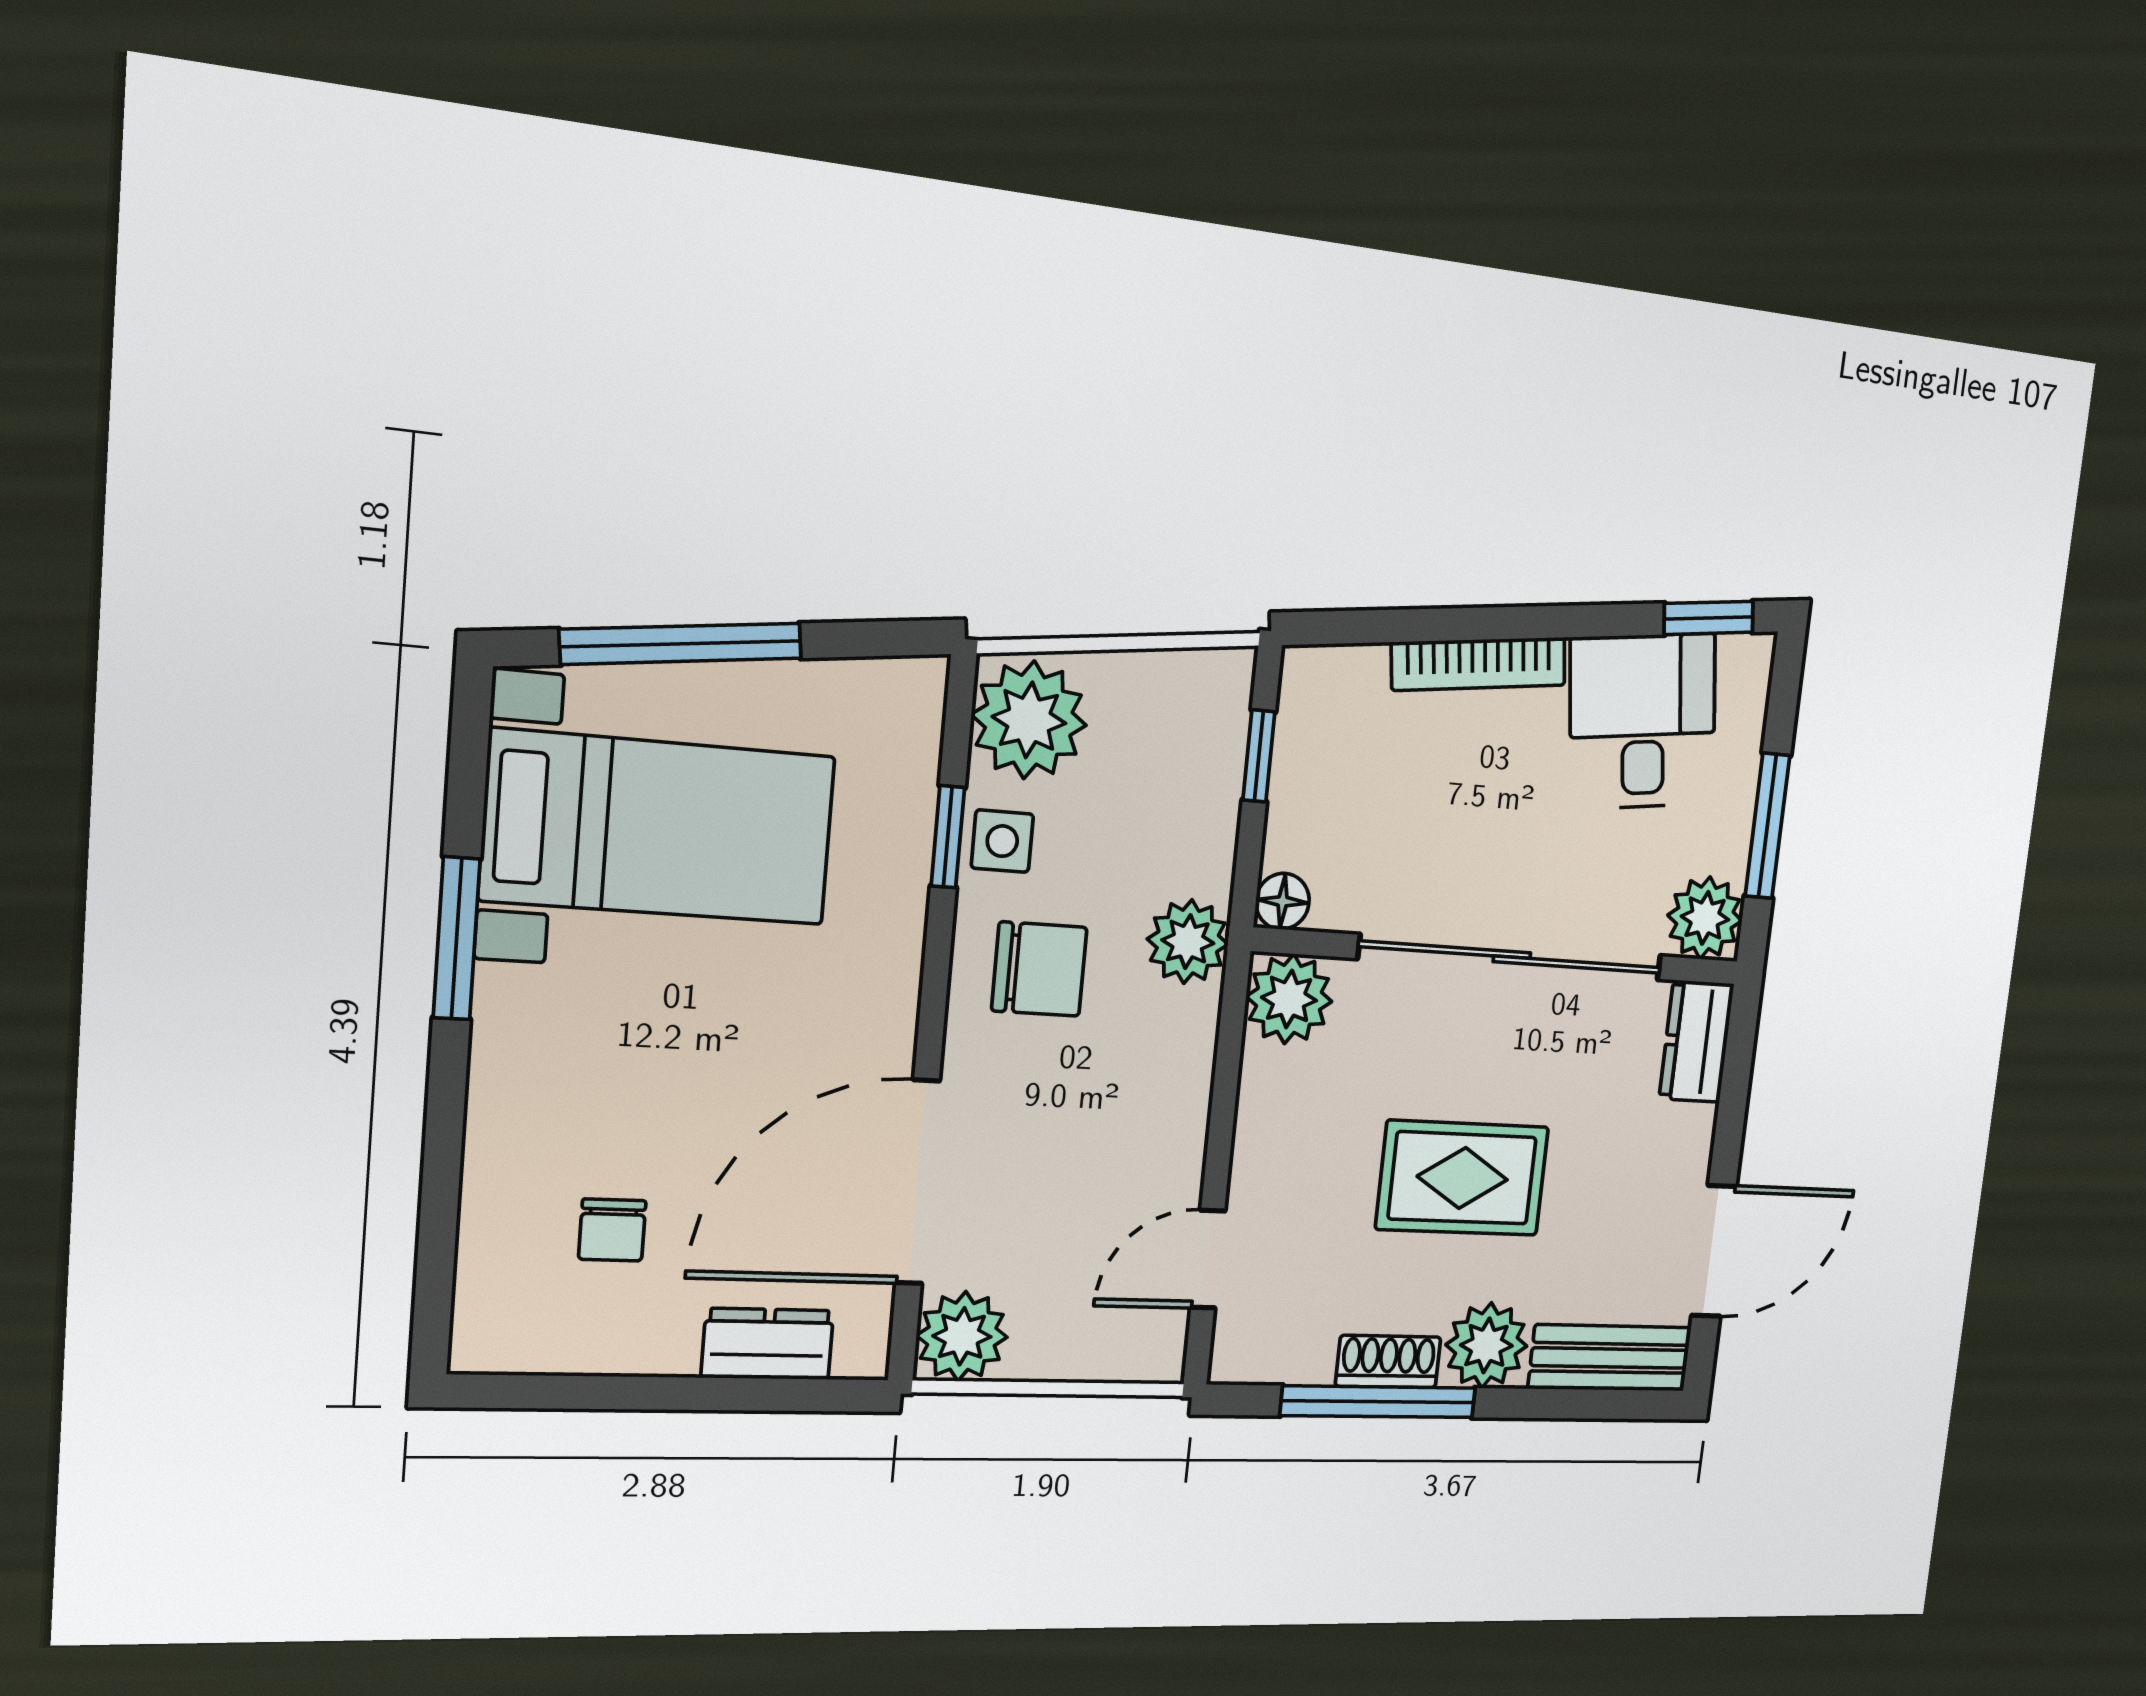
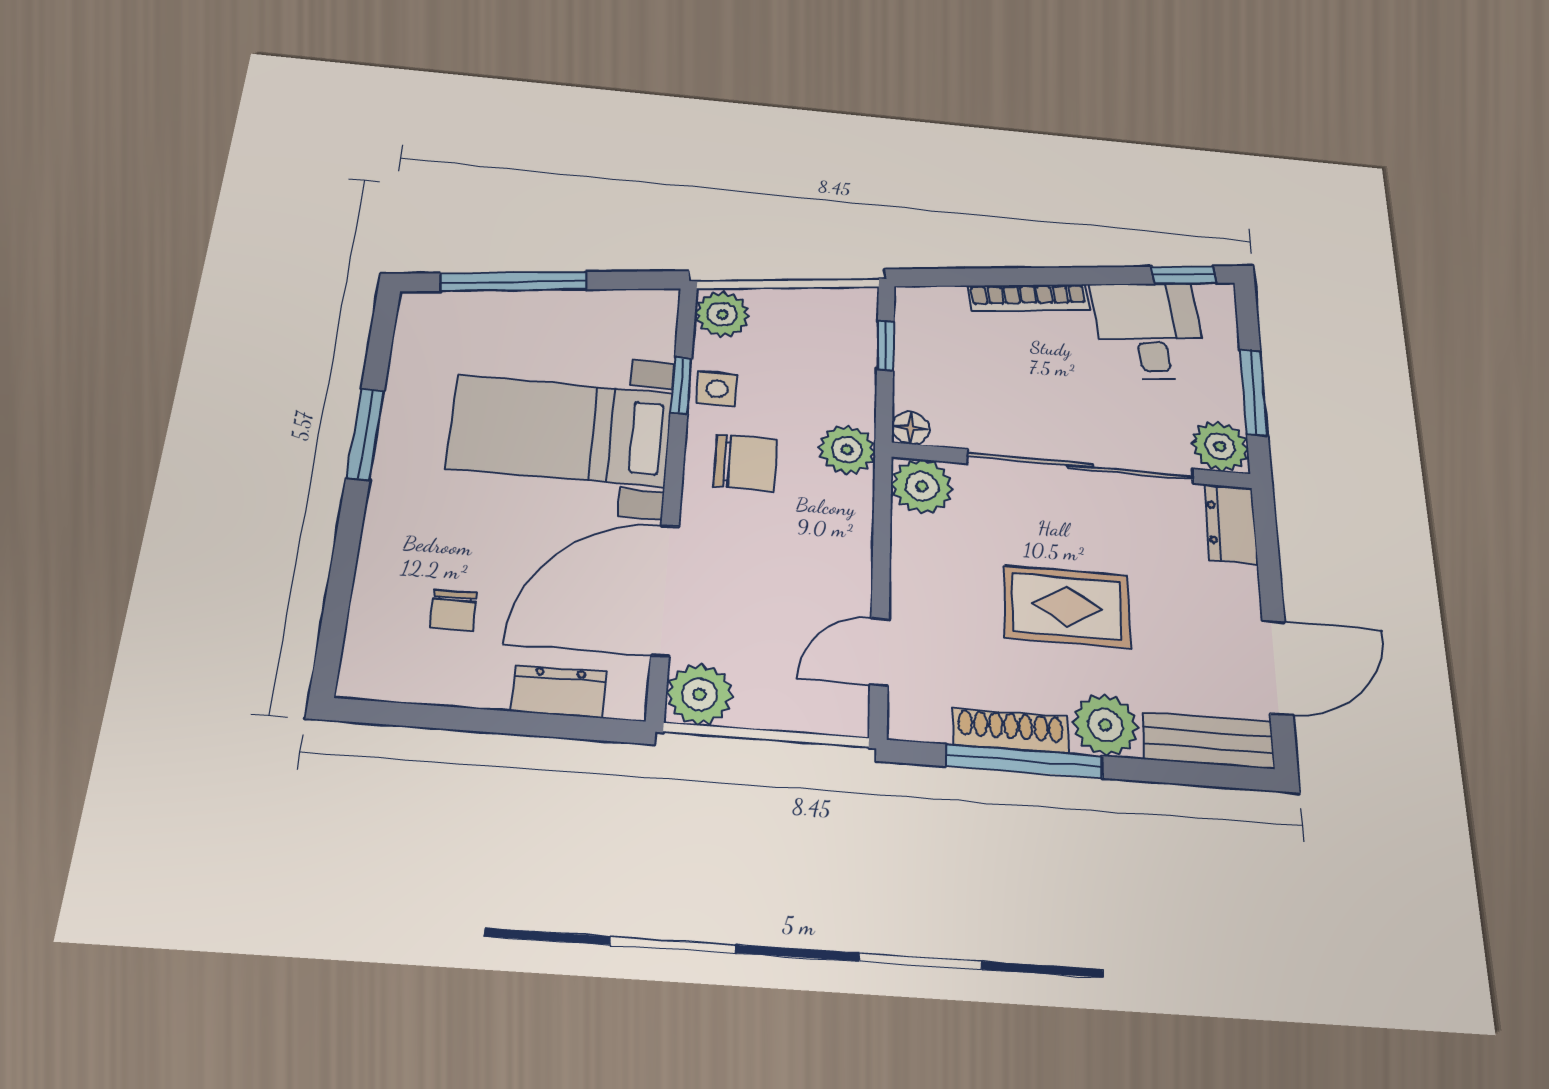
plant: (1029, 720) -> (722, 314), width x0.73, depth x0.73
bed with nightstands: (659, 828) -> (560, 430), moved, turned 180
shoe rack: (1388, 1362) -> (1011, 731), width x1.43

